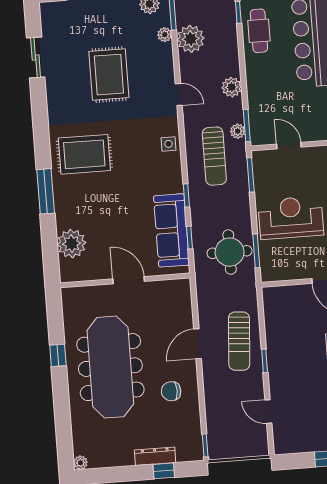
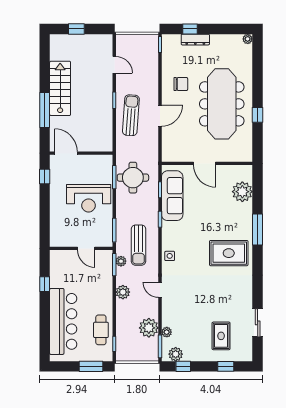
rug: (109, 75) -> (221, 336), moved, width x0.73, depth x0.70
sun lounger: (214, 156) -> (138, 245), turned 180

